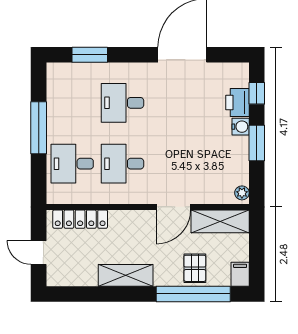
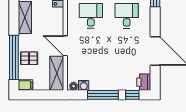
printer: (237, 102) -> (144, 82), moved, turned -90
water cooler: (241, 127) -> (84, 85), moved
window: (257, 143) -> (103, 95), width x1.44

